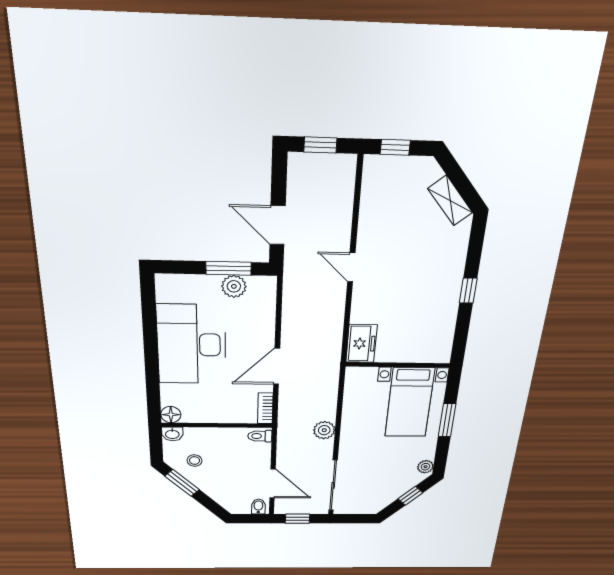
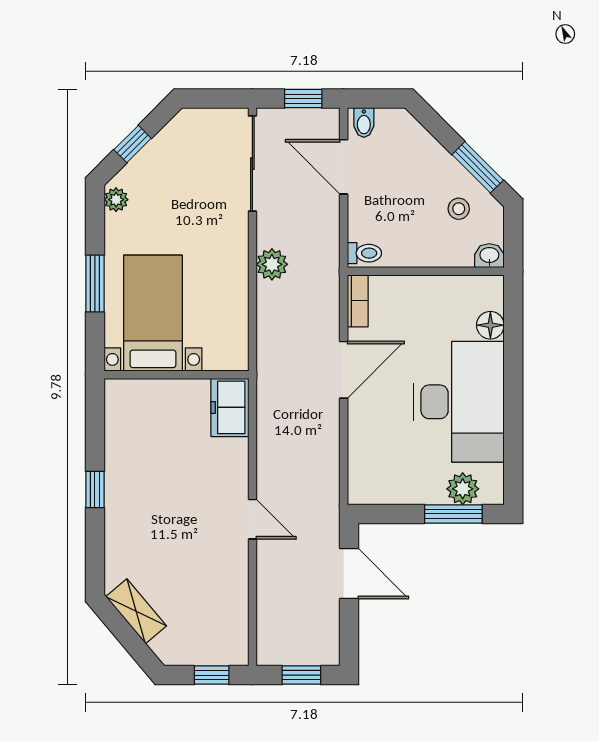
window: (229, 268) -> (453, 514), moved
plant: (234, 286) -> (463, 489), moved
floor lamp: (171, 415) -> (490, 325), moved

